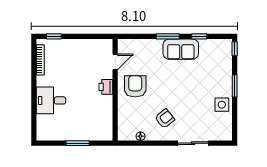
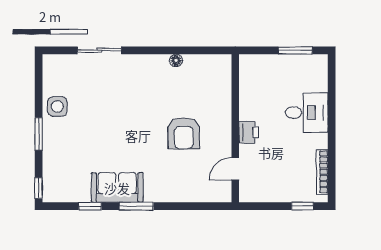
door: (115, 62) -> (235, 169), moved
printer: (106, 87) -> (249, 132), moved
wall: (115, 90) -> (235, 128), moved
armchair: (165, 119) -> (141, 86), removed
window: (78, 143) -> (295, 50), moved

